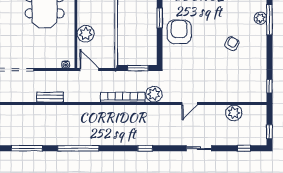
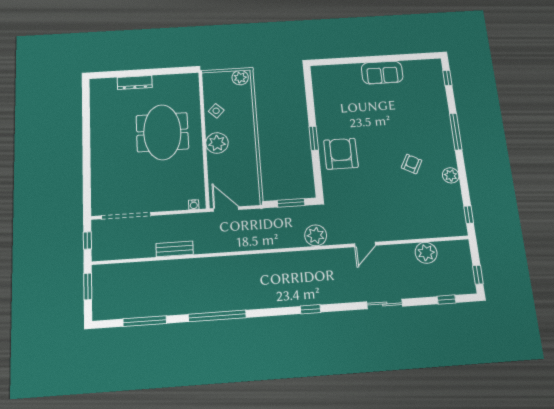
plant: (260, 18) -> (451, 175), moved
plant: (86, 34) -> (217, 143), moved
bookcase: (123, 97) -> (274, 242), removed

